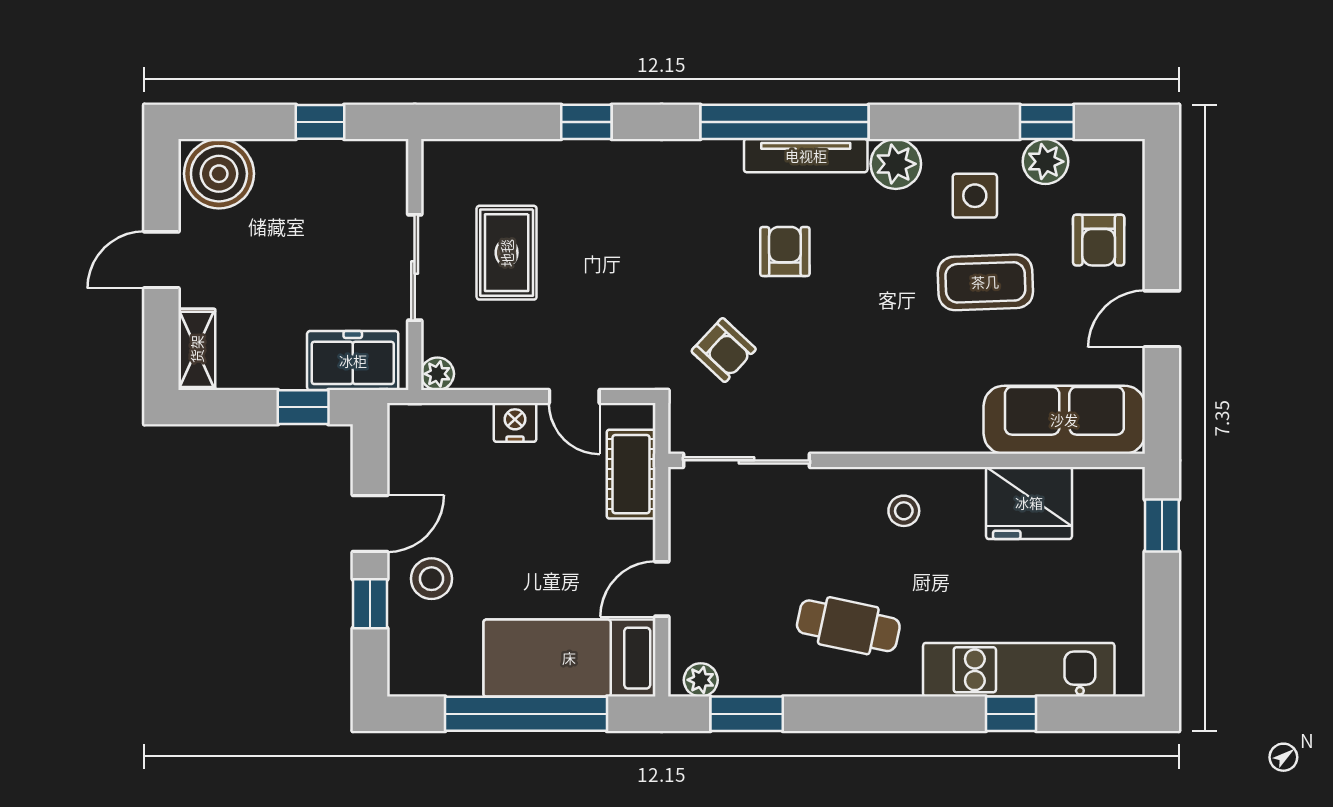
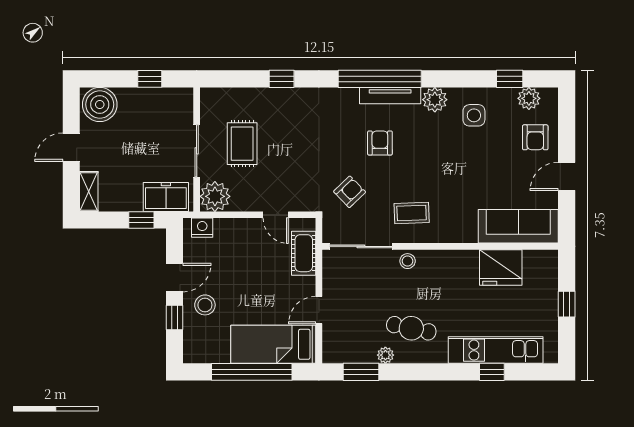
plant: (1045, 162) -> (529, 98), moved
coffee table: (985, 282) -> (412, 213), moved, width x0.73, depth x0.77
armchair: (724, 350) -> (350, 192), turned -87
plant: (437, 374) -> (215, 196), width x1.87, depth x1.87
nightstand: (515, 422) -> (202, 228), moved
stool: (904, 511) -> (408, 261), moved
window: (1162, 525) -> (567, 304), moved
plant: (701, 680) -> (385, 355), moved

